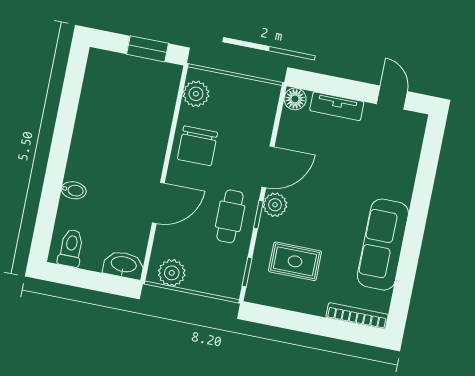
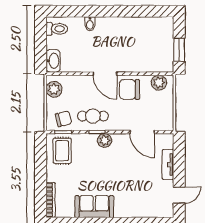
floor lamp: (295, 99) -> (167, 140), removed
door: (268, 167) -> (142, 132), moved
door: (158, 203) -> (105, 74), moved
sofa: (383, 245) -> (94, 207), width x0.73
rug: (295, 261) -> (62, 151), moved
chair: (225, 267) -> (64, 119), added

